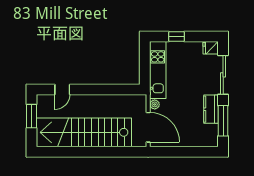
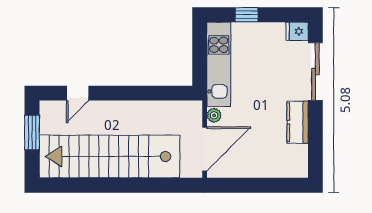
window: (223, 121) -> (315, 139), removed
door: (148, 127) -> (205, 149), hinge flipped

